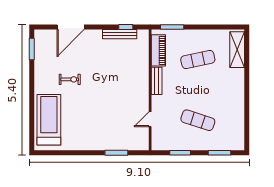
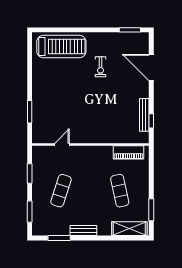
window: (172, 27) -> (151, 210), moved
bench: (157, 81) -> (83, 231), moved
door: (150, 119) -> (62, 144), hinge flipped
window: (247, 122) -> (59, 238), added

